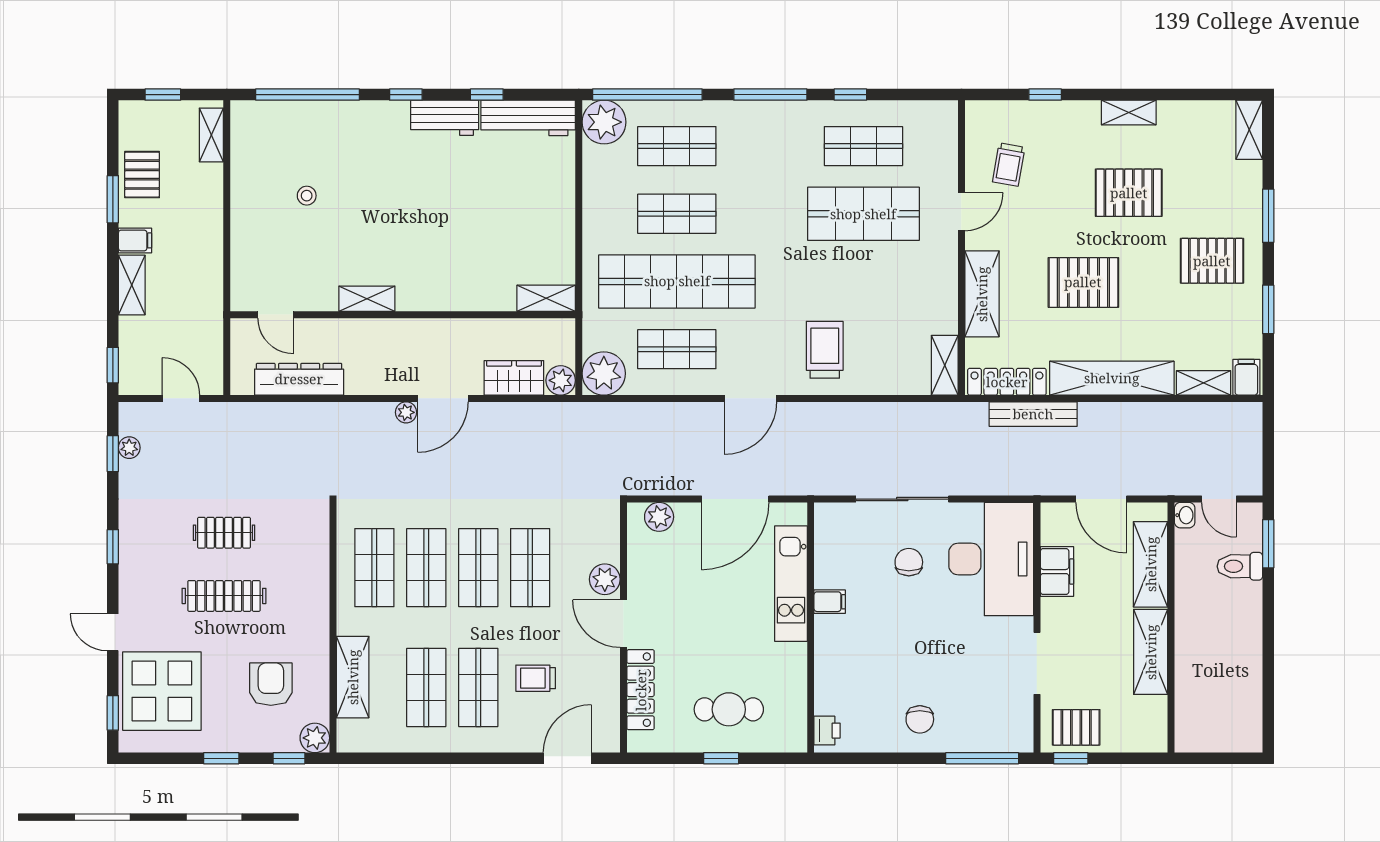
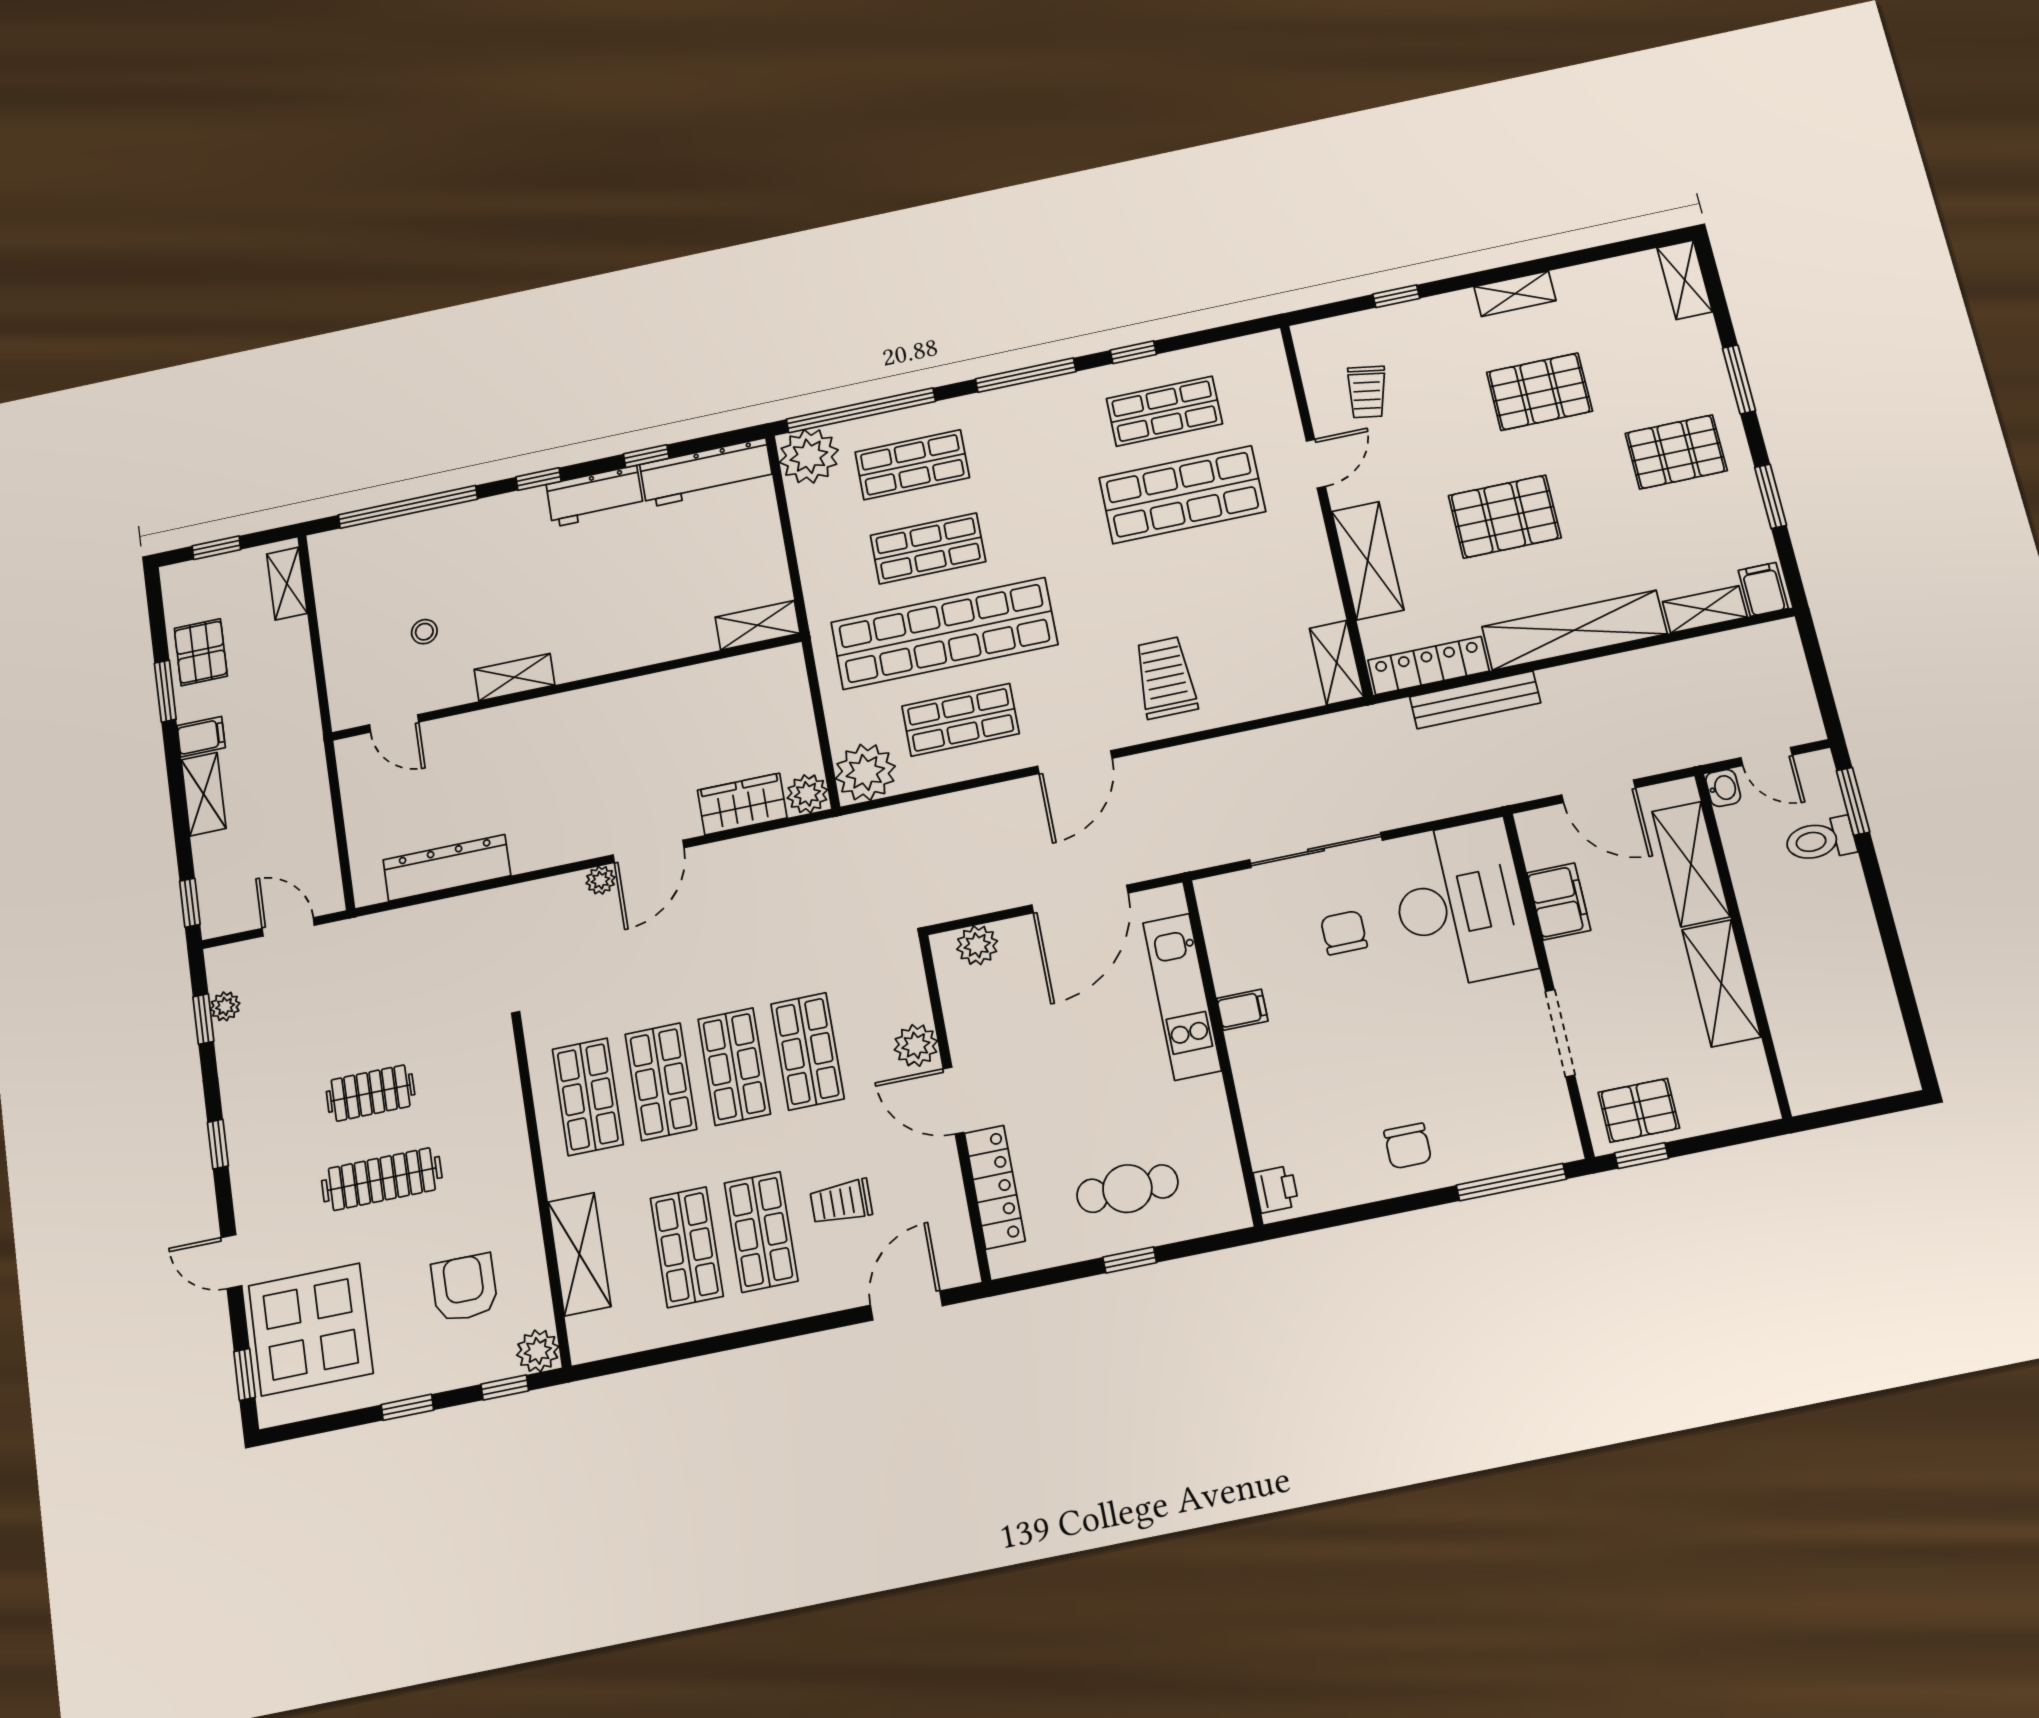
shelving: (546, 298) -> (758, 625), moved
shelving: (367, 299) -> (514, 677), moved
door: (276, 315) -> (394, 723), moved
wall: (403, 315) -> (566, 687), moved

